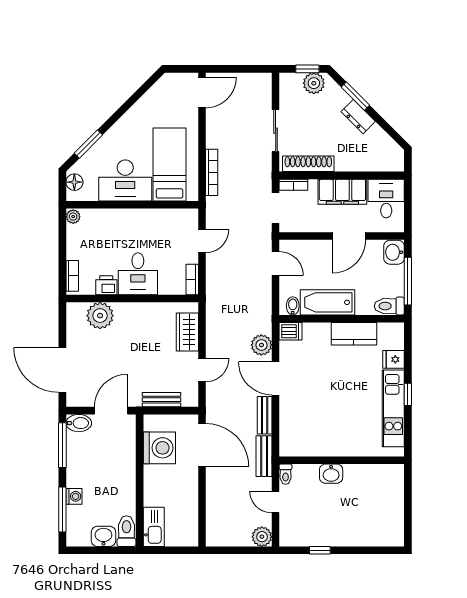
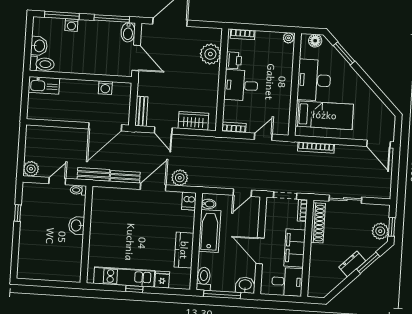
door: (202, 241) -> (263, 137), swing flipped
bench: (161, 400) -> (141, 111), moved
washing machine: (159, 448) -> (105, 88), width x0.53, depth x0.53

